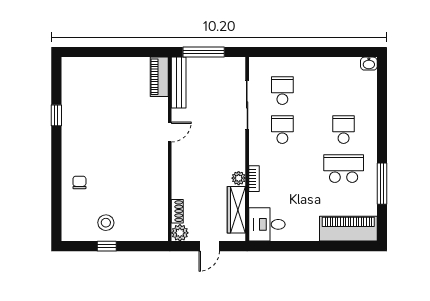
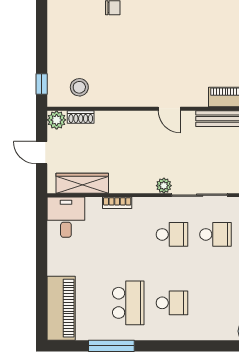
plant: (239, 178) -> (164, 186), moved
stool: (106, 223) -> (79, 87), moved
window: (107, 246) -> (42, 84), moved

